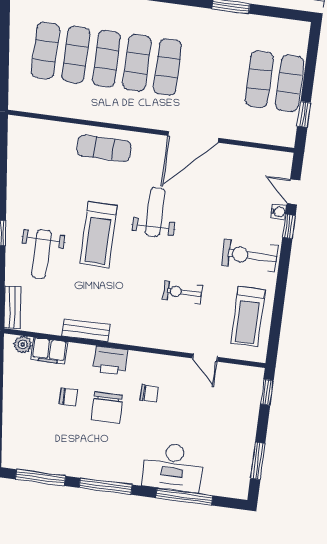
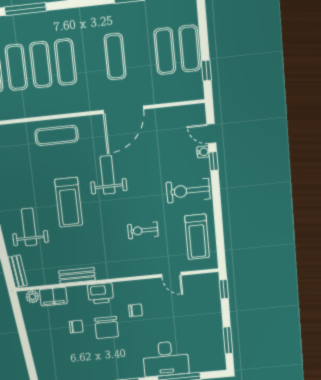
exercise mat: (168, 67) -> (115, 57), moved
weight bench: (41, 254) -> (29, 227), turned 180

